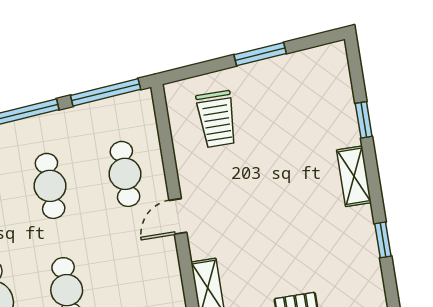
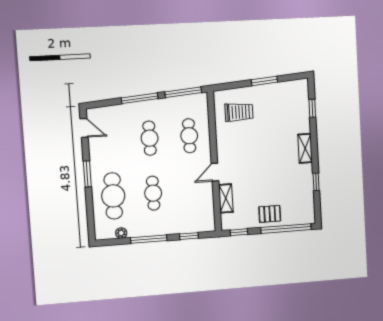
trolley: (217, 119) -> (239, 112), turned -90
window: (364, 120) -> (312, 108), moved
door: (178, 216) -> (215, 172), moved

